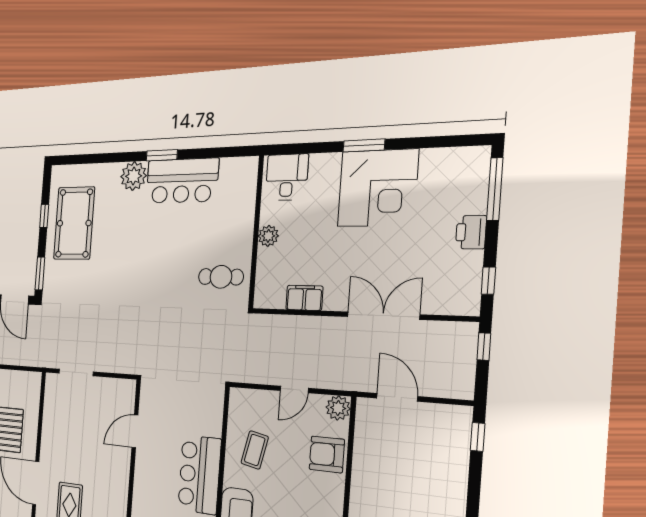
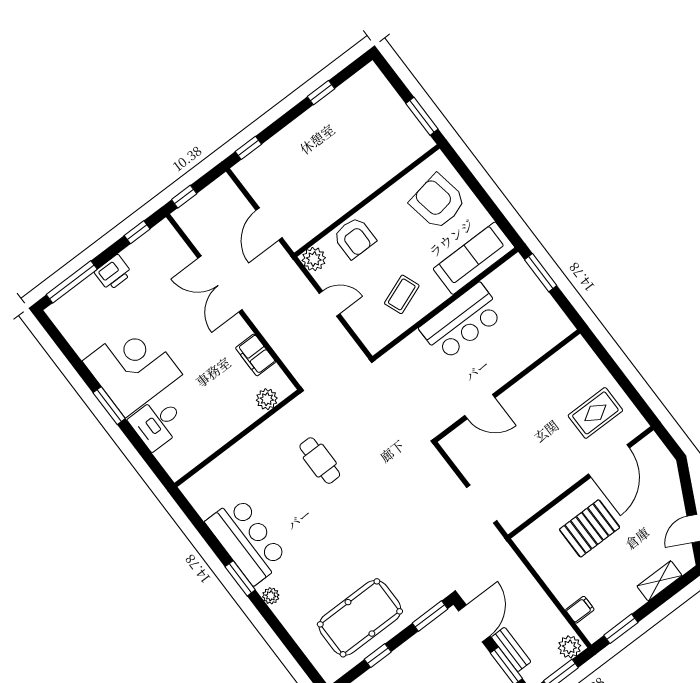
plant: (134, 176) -> (271, 596), width x0.53, depth x0.53
desk: (287, 177) -> (157, 423), moved
plant: (268, 236) -> (267, 399), moved
cafe table: (221, 277) -> (320, 461), moved
coffee table: (255, 450) -> (402, 294), turned -33

